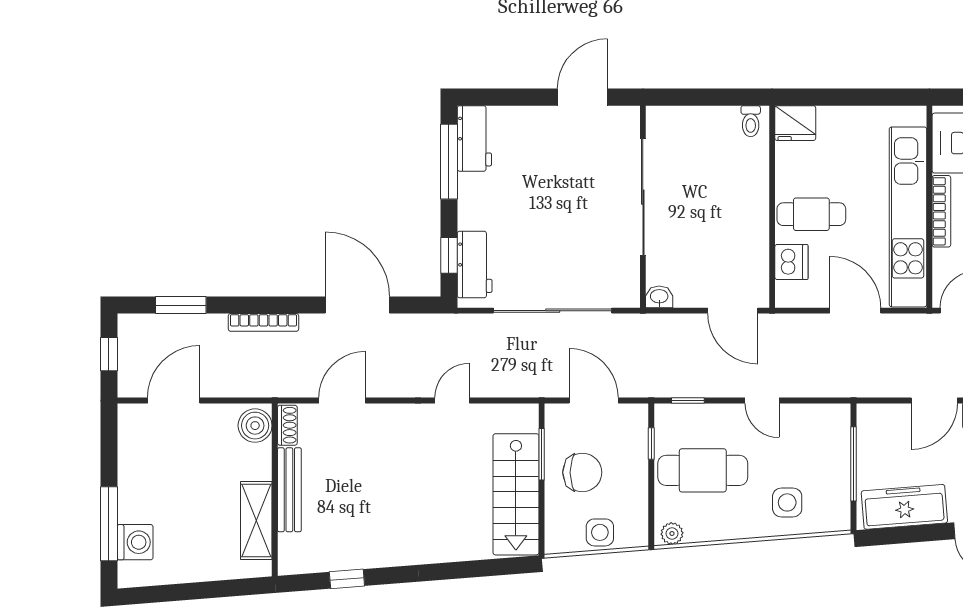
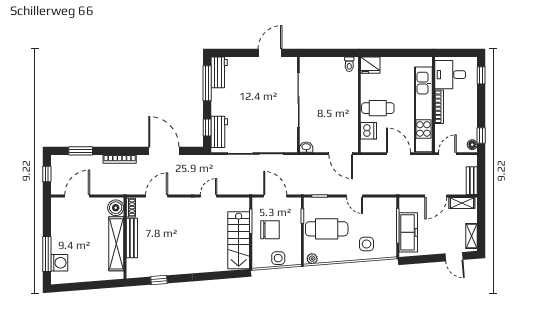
freezer: (904, 507) -> (408, 232), moved, turned 95
shelving: (256, 520) -> (116, 244), width x1.47

